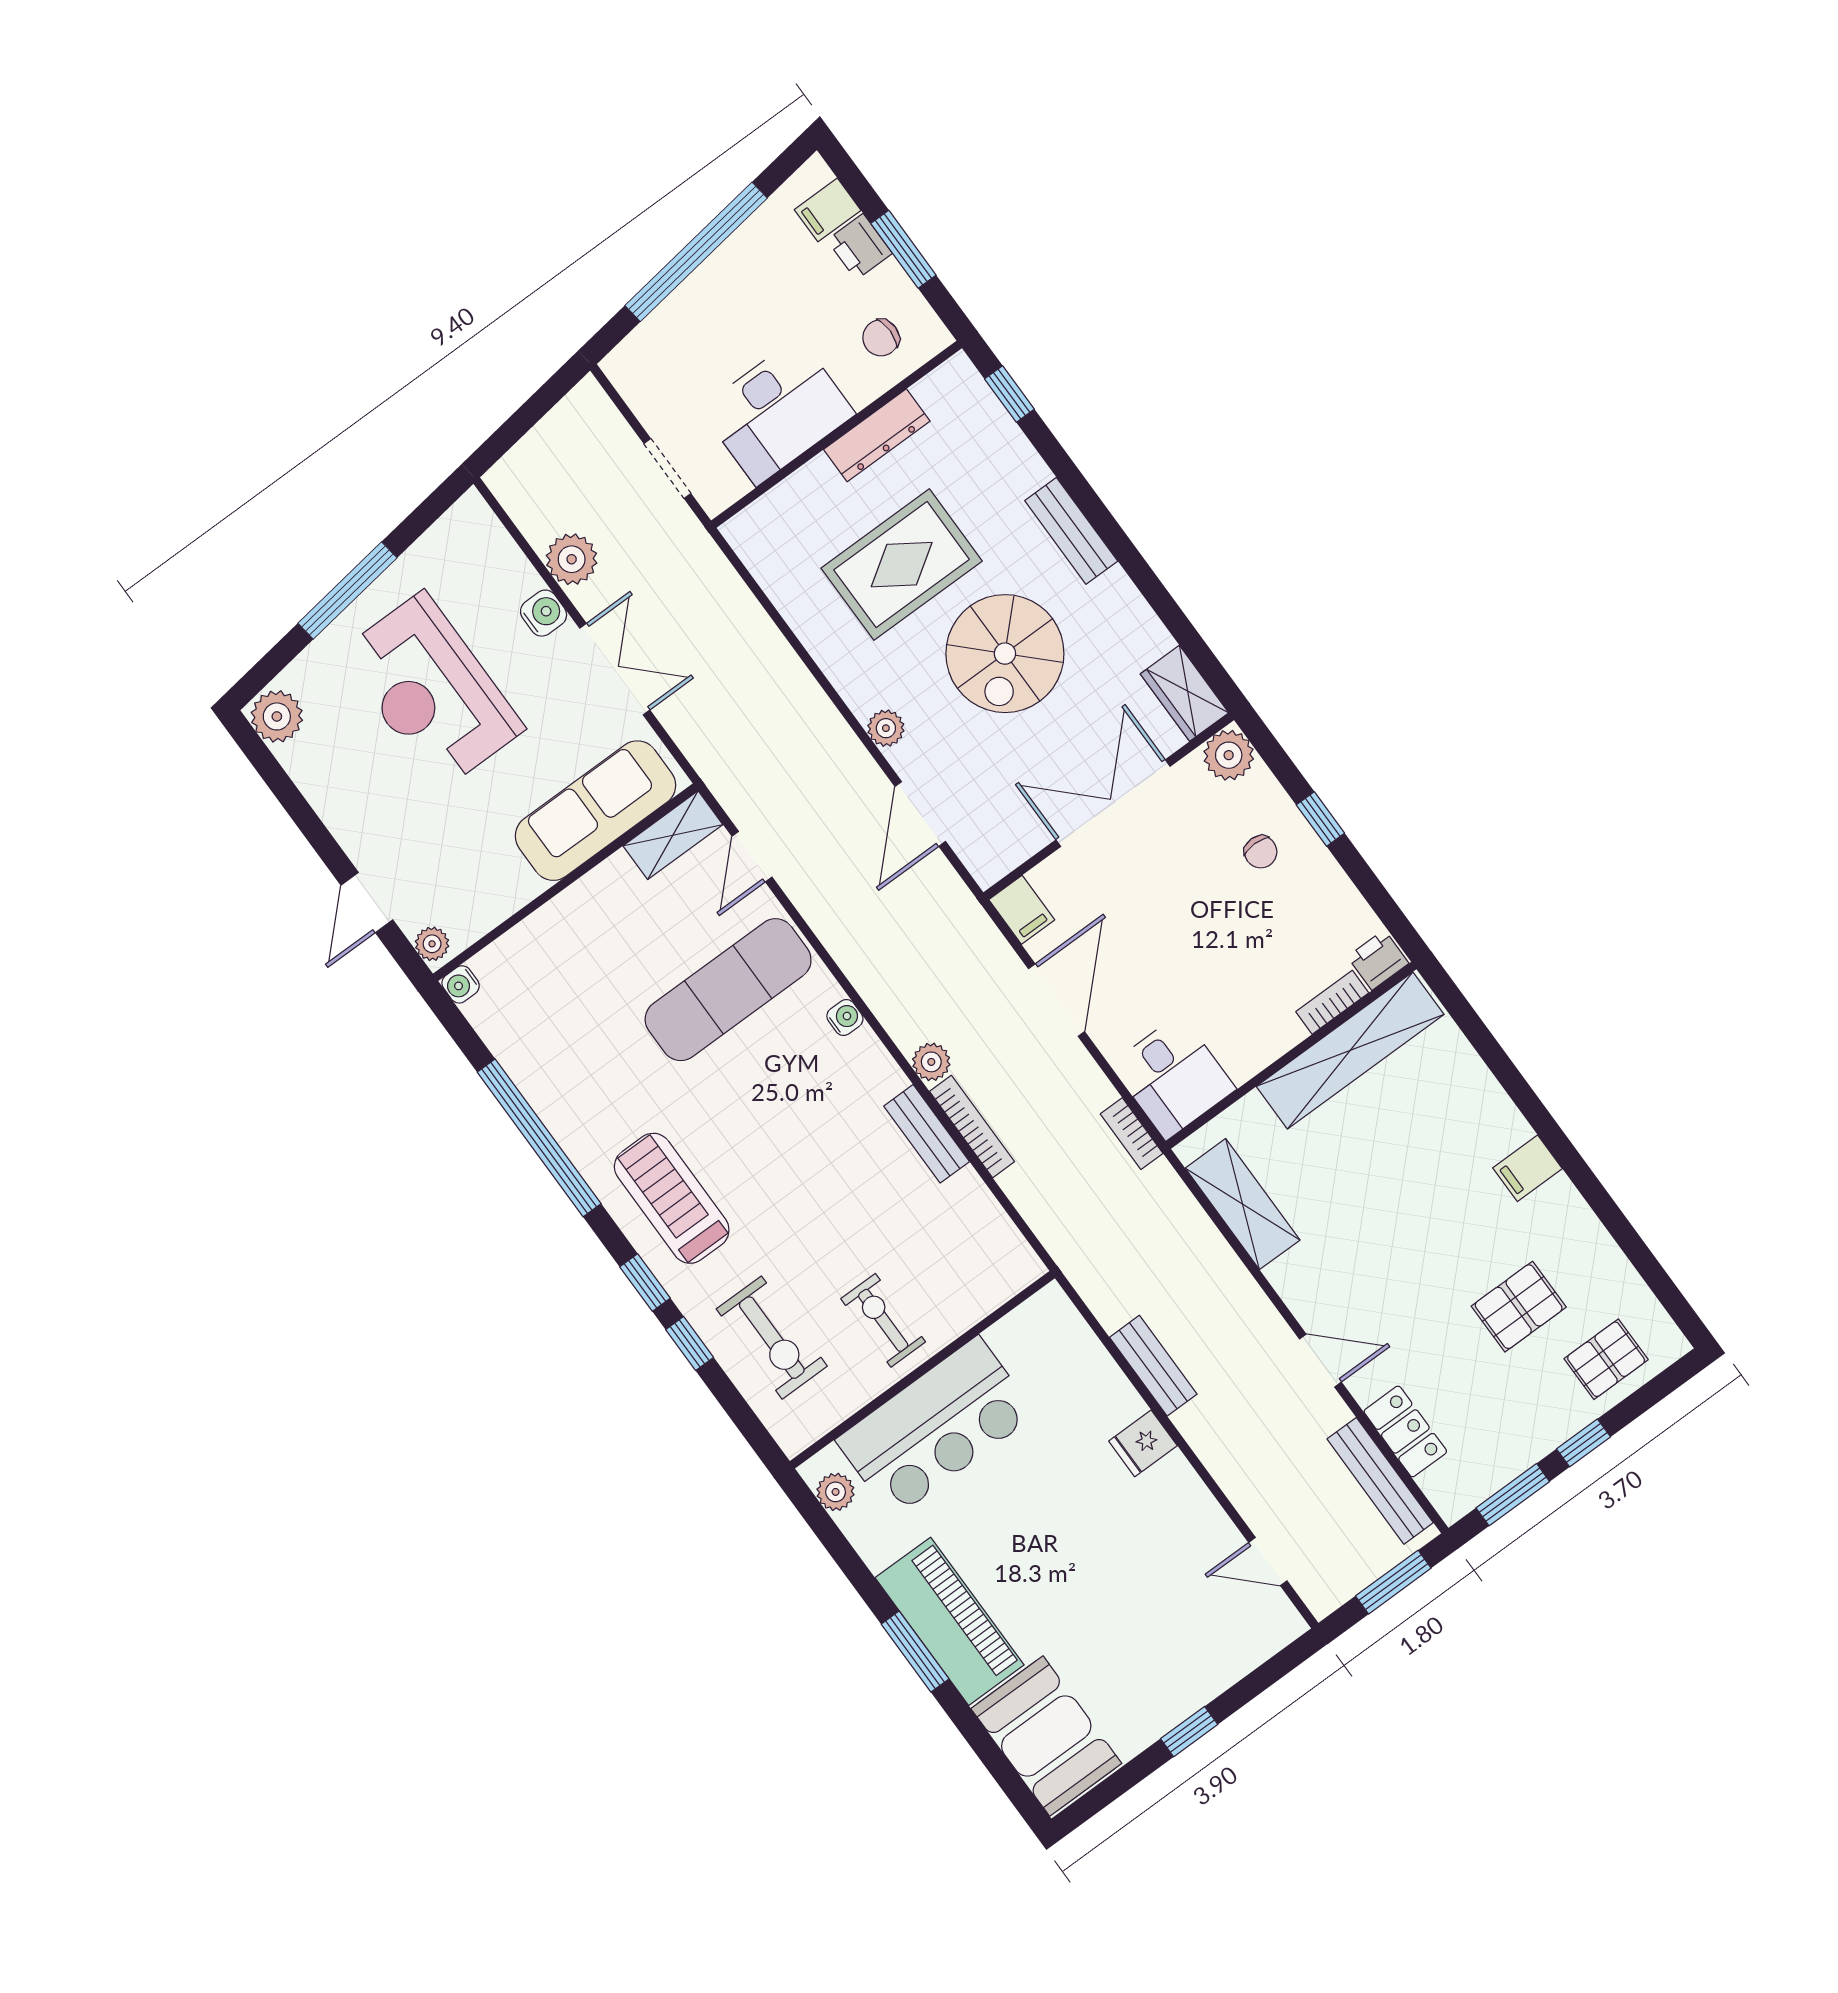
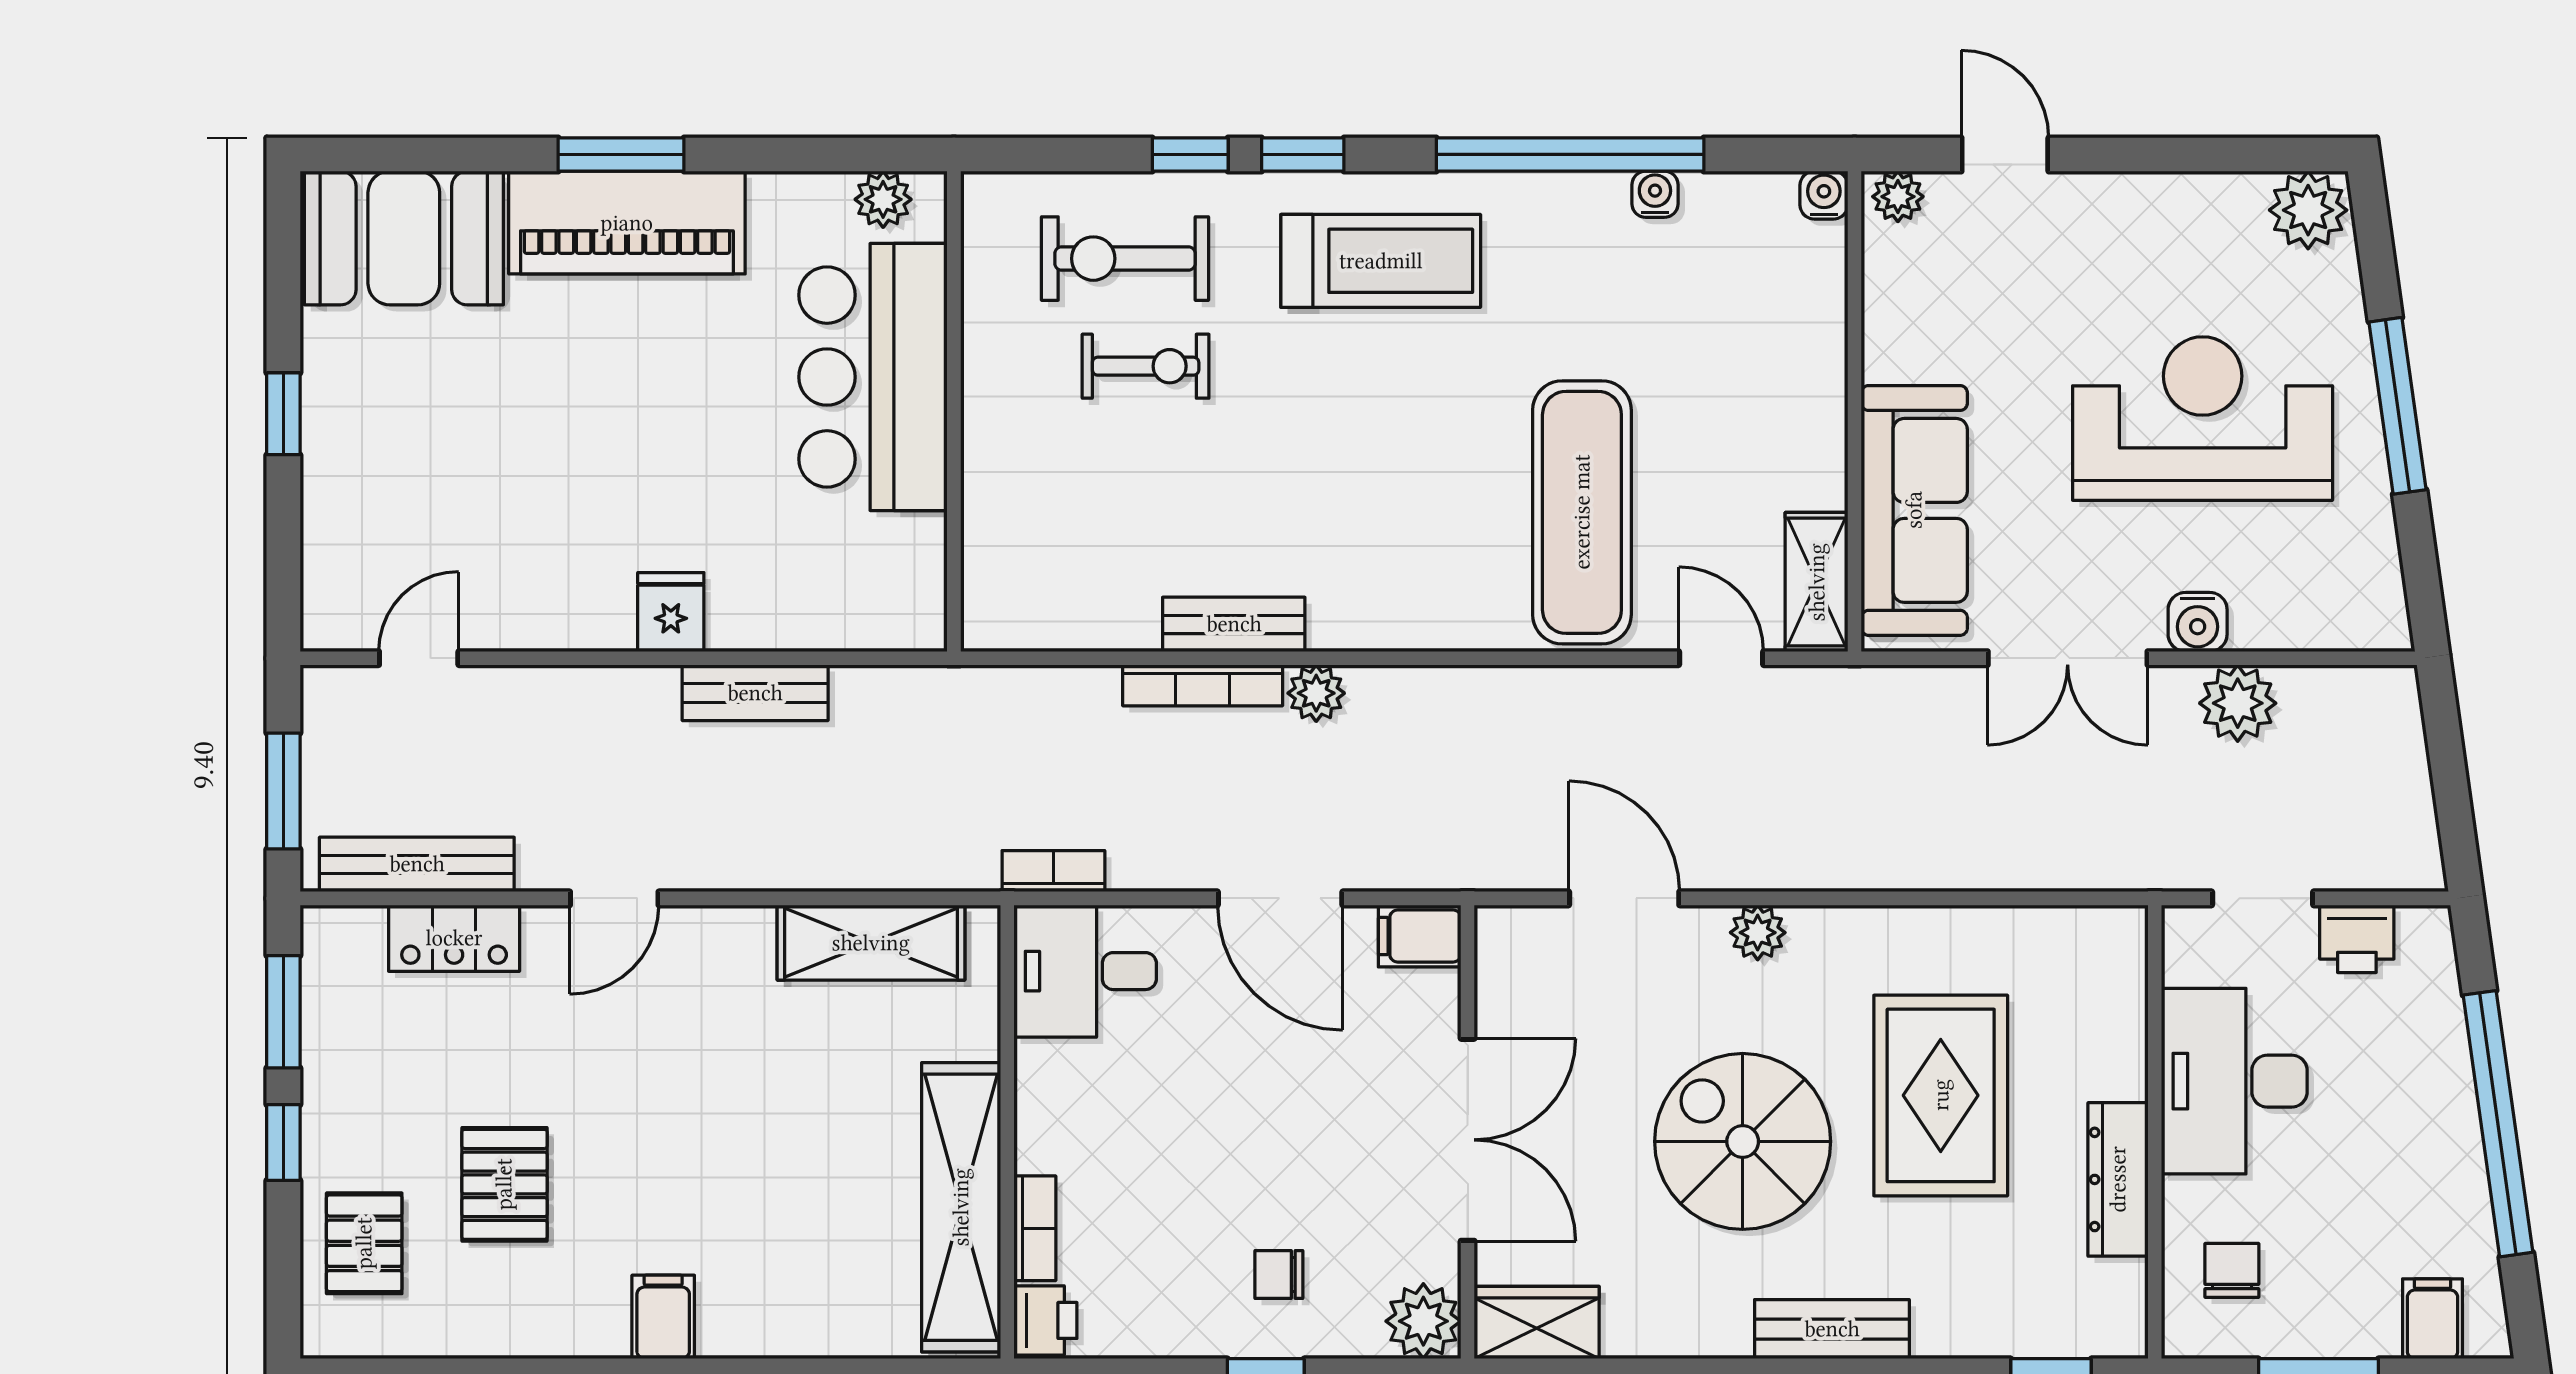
printer: (860, 247) -> (2357, 939), moved, turned 180
water cooler: (845, 1017) -> (1655, 194), moved, turned 180
exercise bike: (883, 1320) -> (1146, 366), moved

